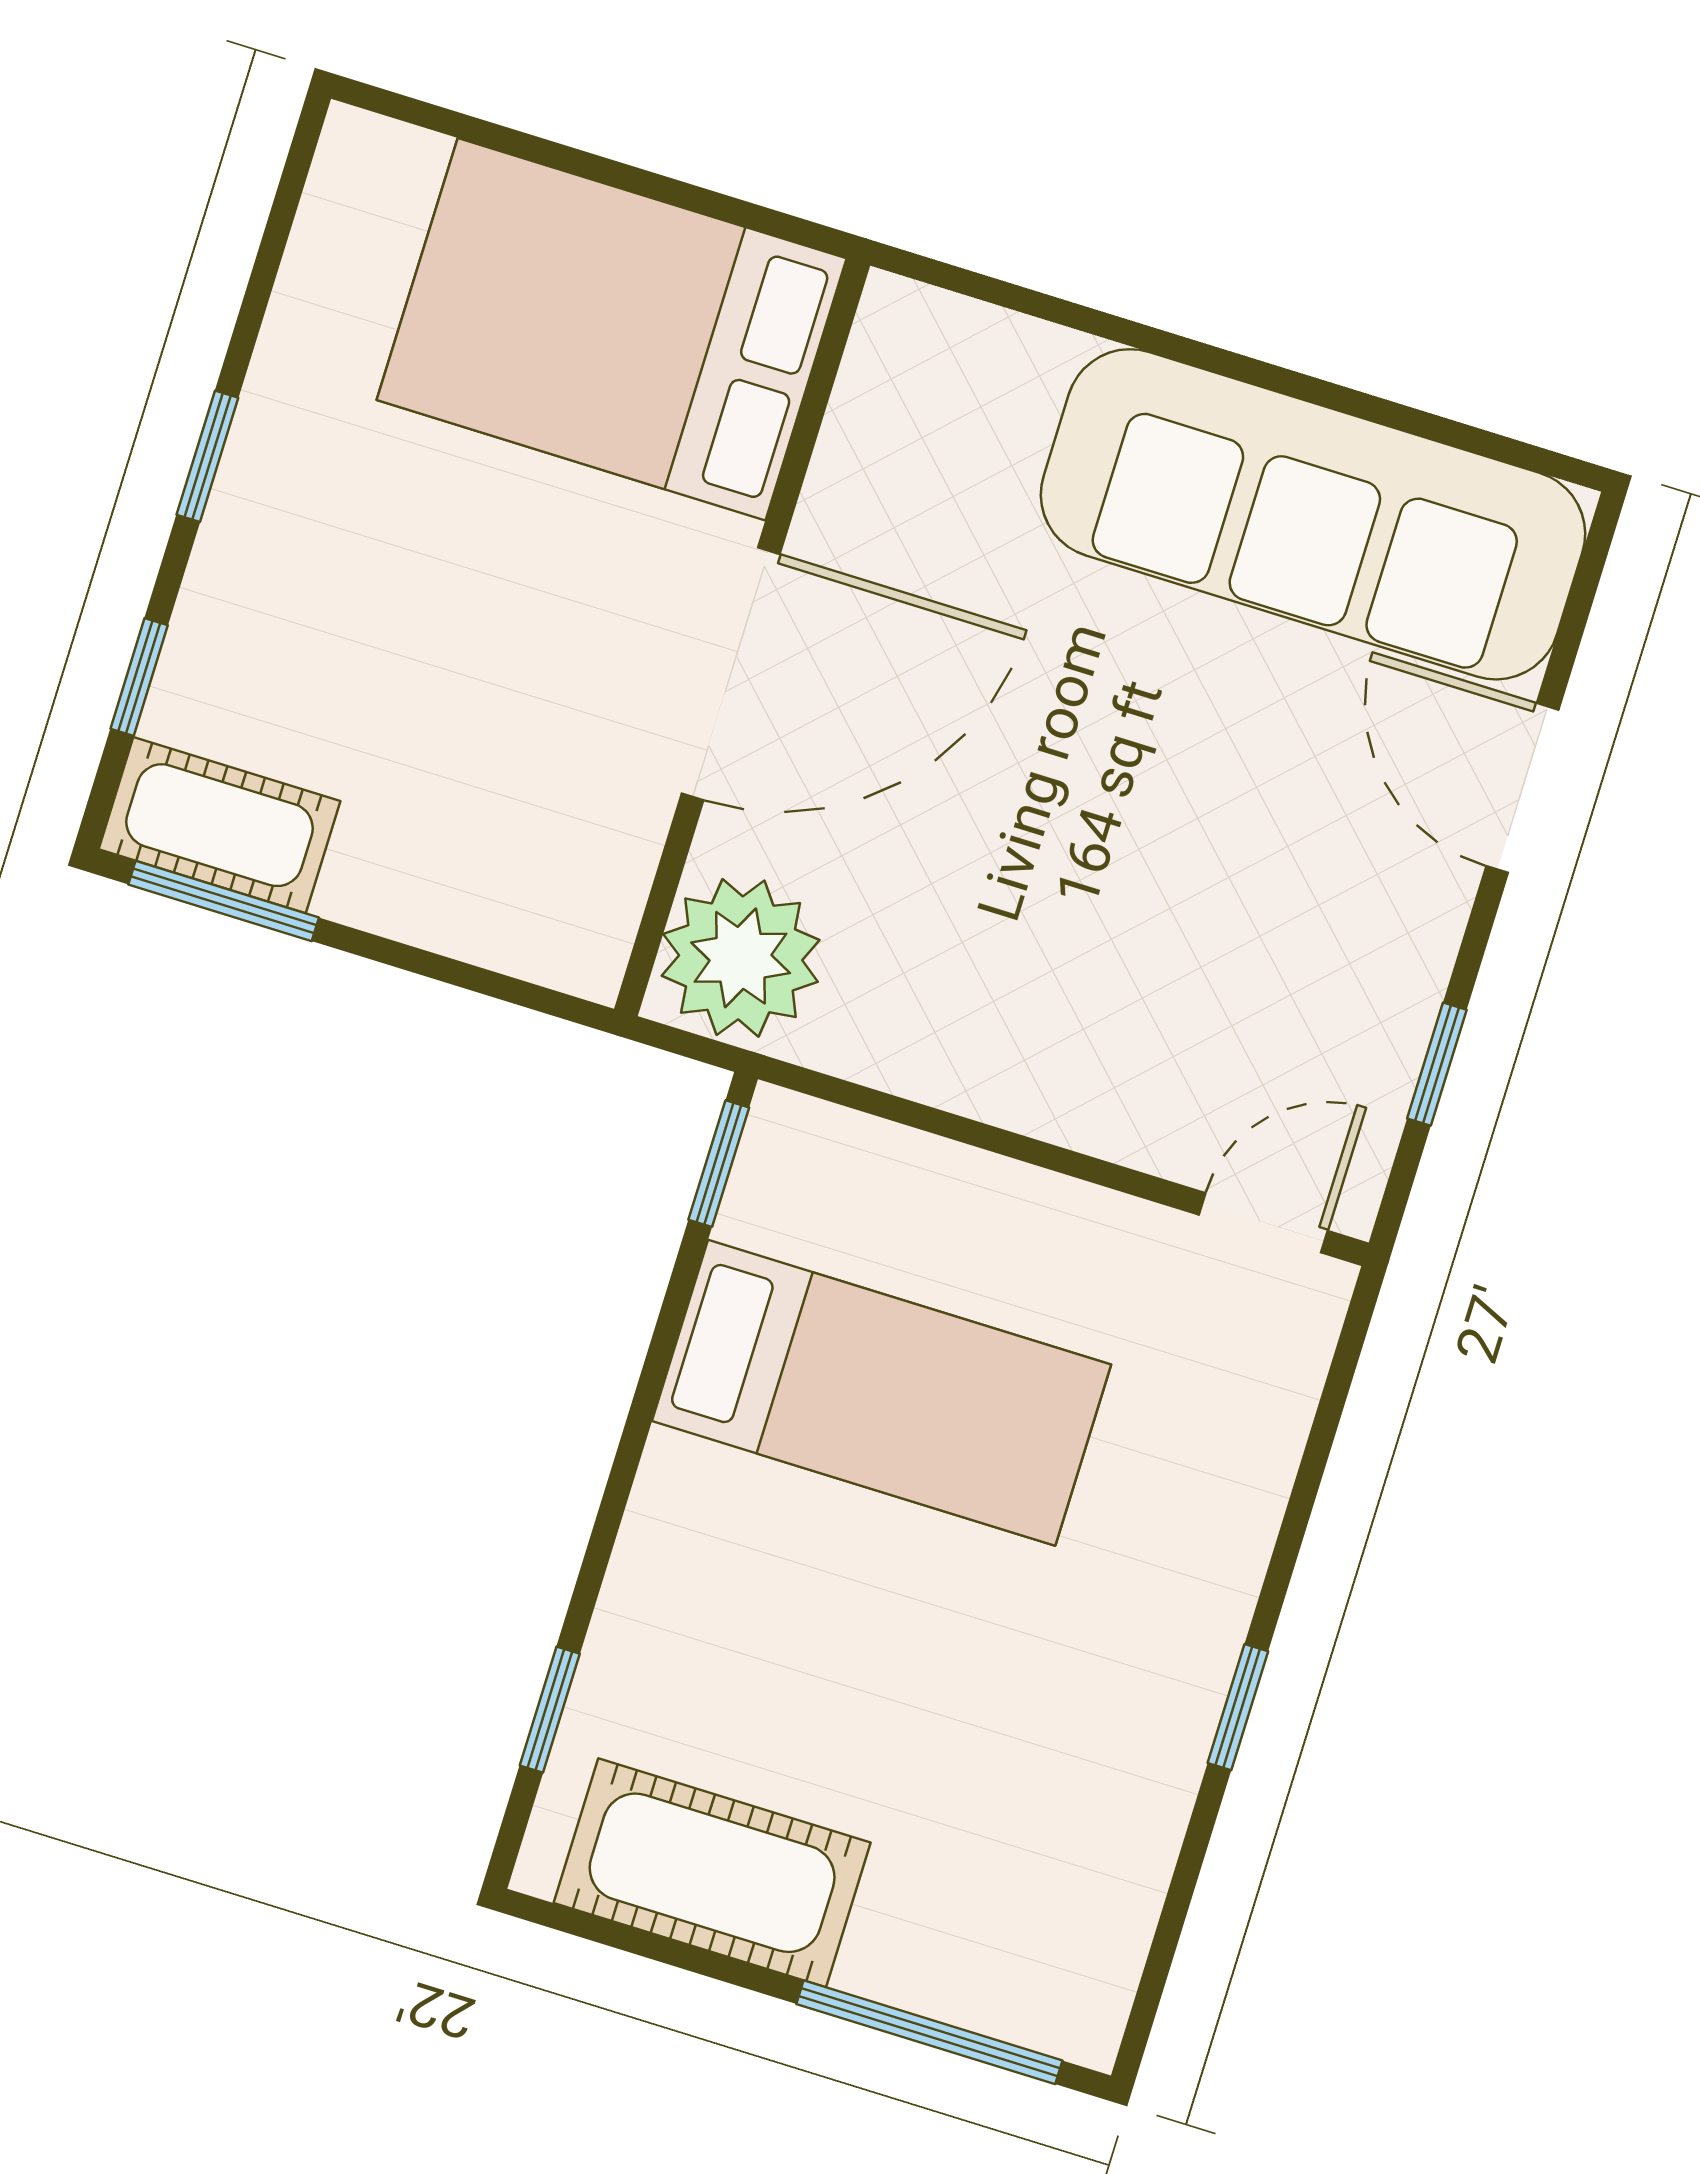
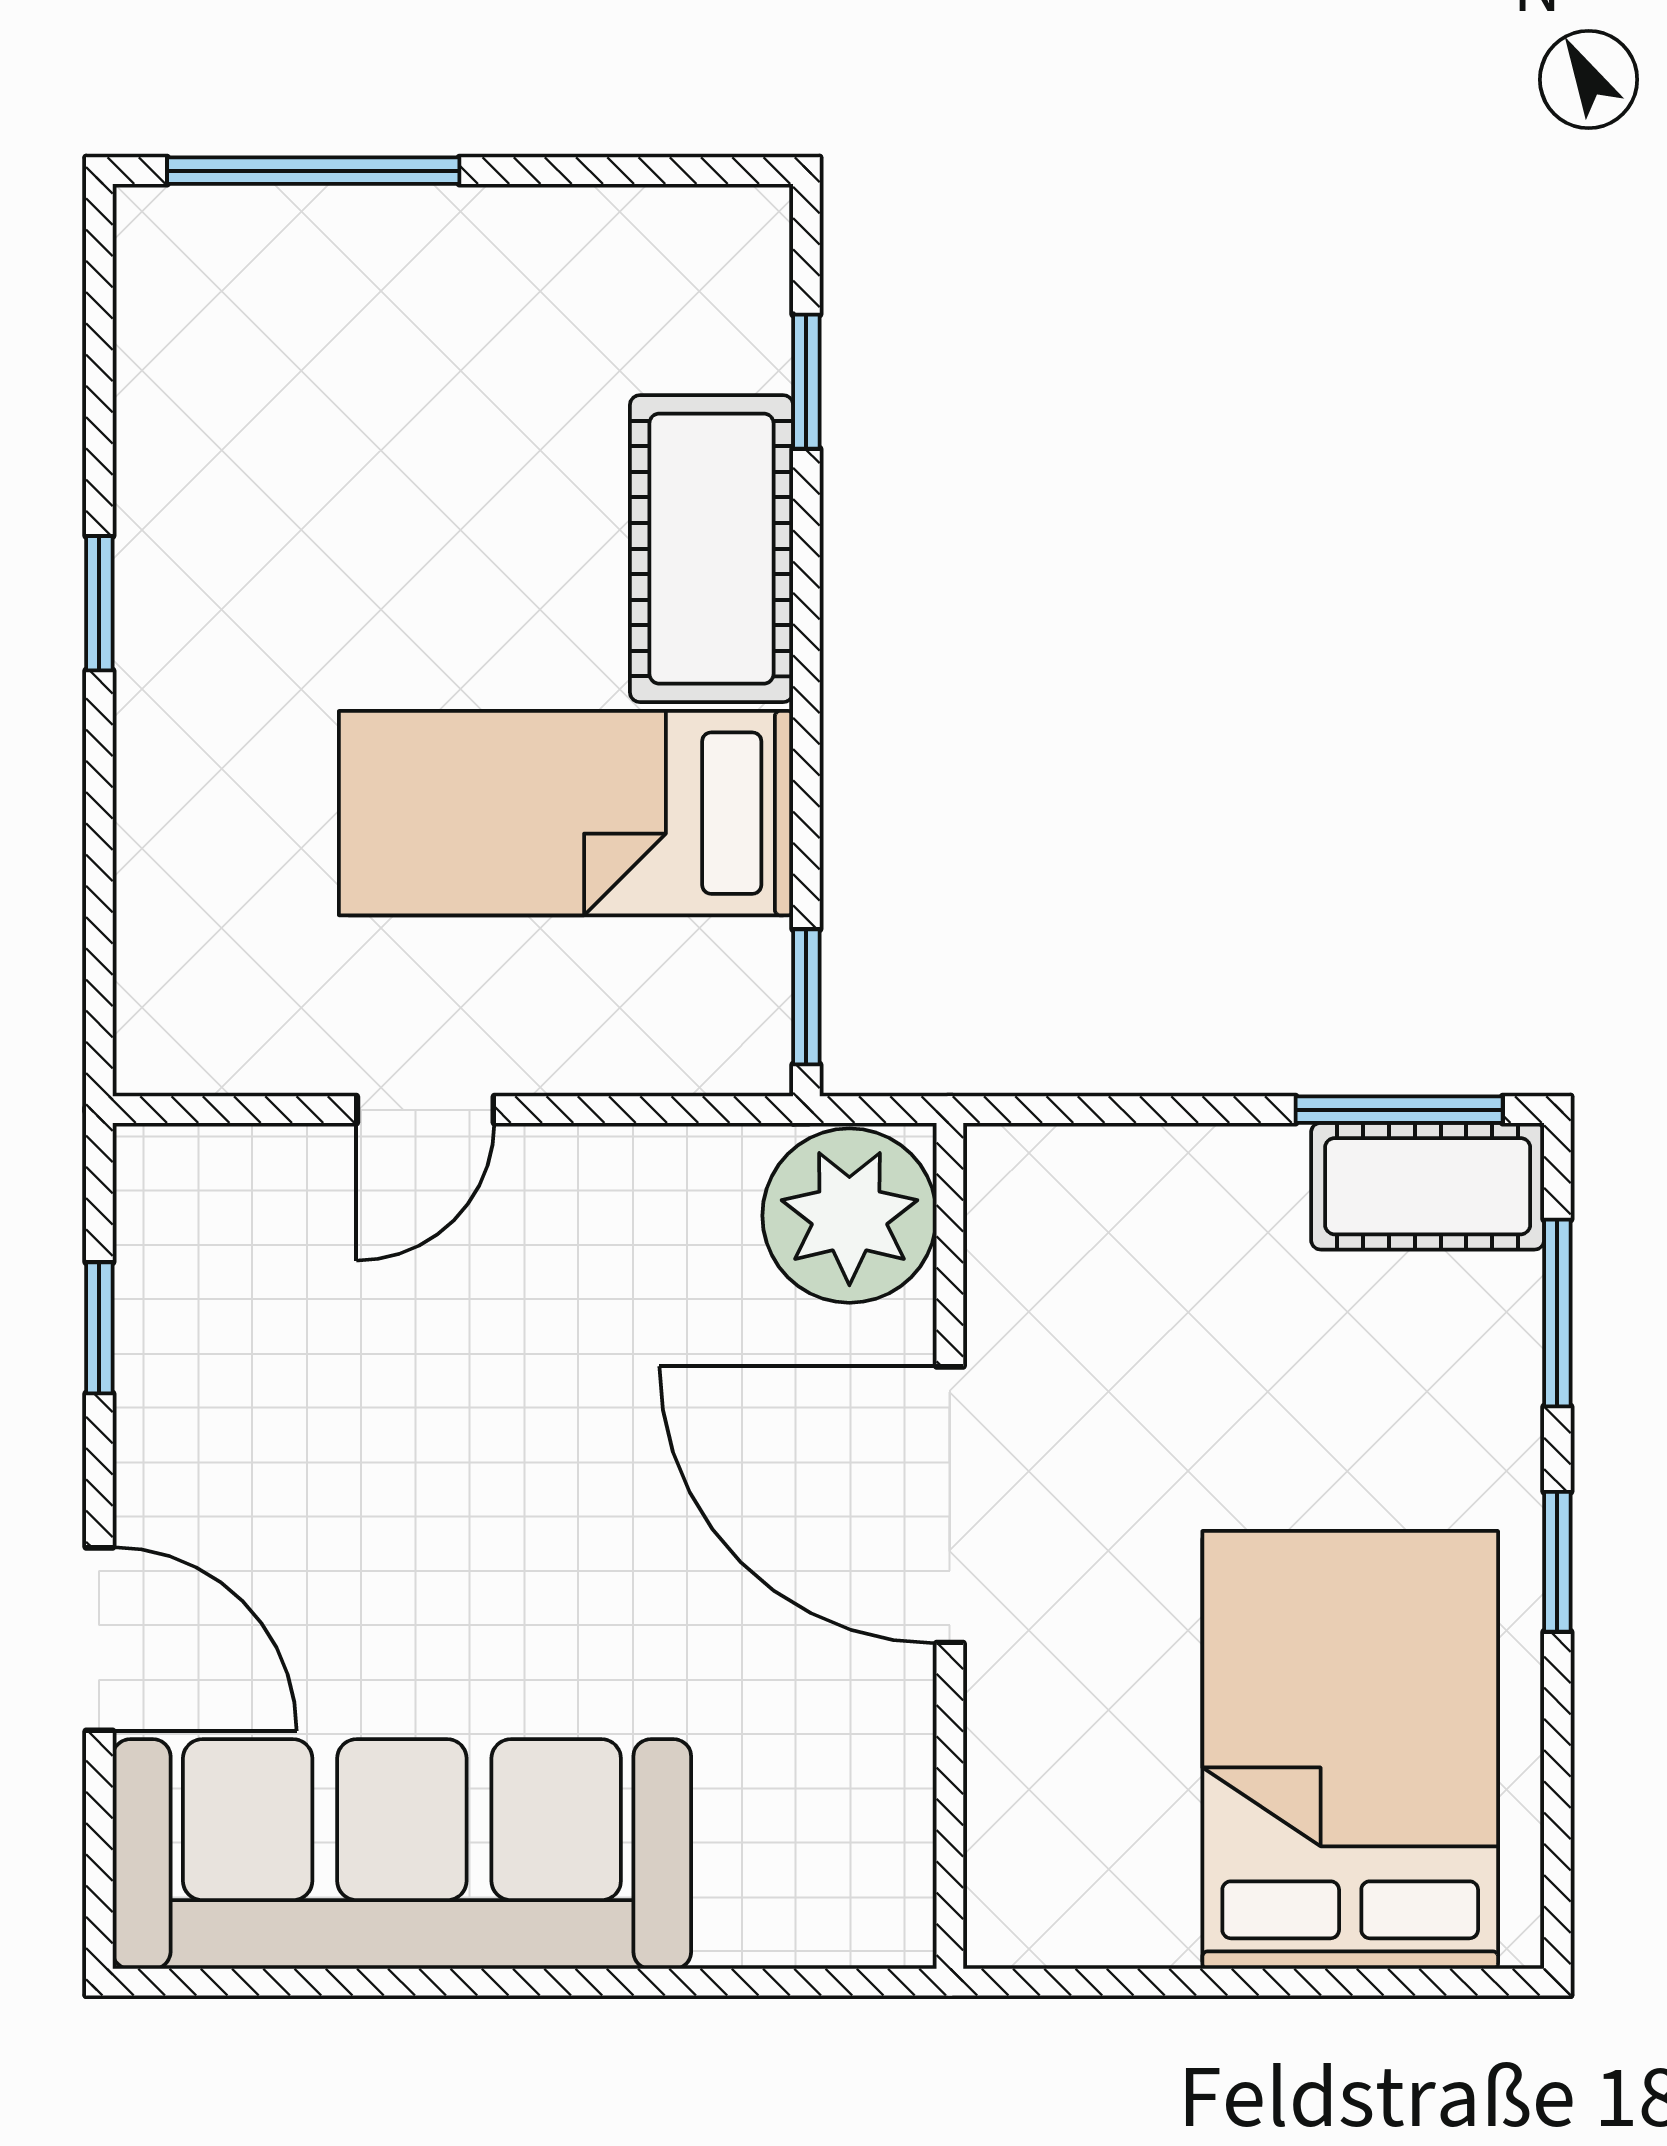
bed: (612, 329) -> (1350, 1750), moved, turned -90
door: (731, 674) -> (950, 1505), hinge flipped
window: (139, 677) -> (1557, 1313), width x1.50
door: (1263, 1223) -> (425, 1110), moved
cot: (712, 1873) -> (711, 549), moved, turned 90

